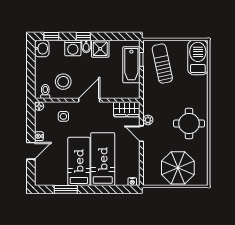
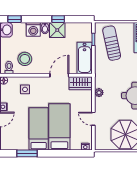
window: (83, 36) -> (58, 19), moved
bathtub: (131, 65) -> (85, 58), moved
door: (89, 100) -> (59, 75), moved
door: (141, 134) -> (93, 119), moved

